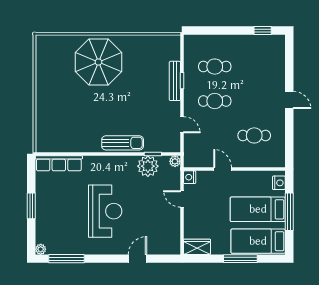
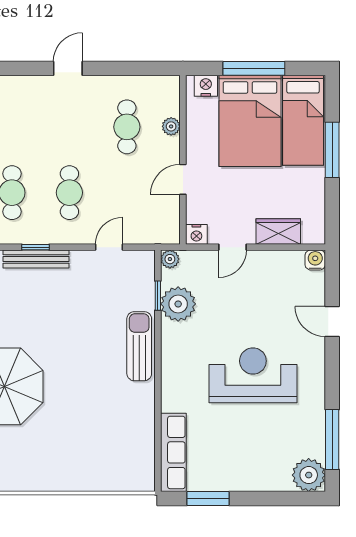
plant: (254, 162) -> (171, 126), added
window: (31, 206) -> (208, 498), moved
bed: (258, 209) -> (250, 121), width x1.50
wardrobe: (197, 247) -> (278, 231), moved, turned 90
water cooler: (174, 248) -> (315, 260), added
plant: (41, 249) -> (309, 475), width x1.87, depth x1.87

